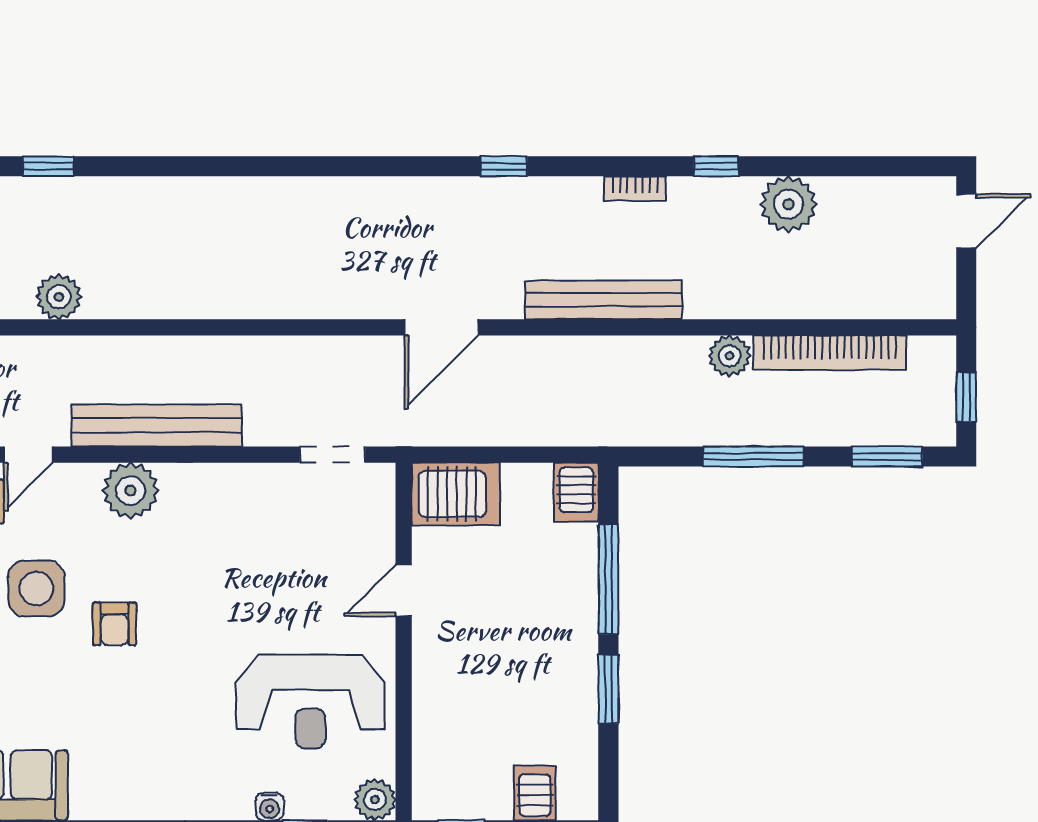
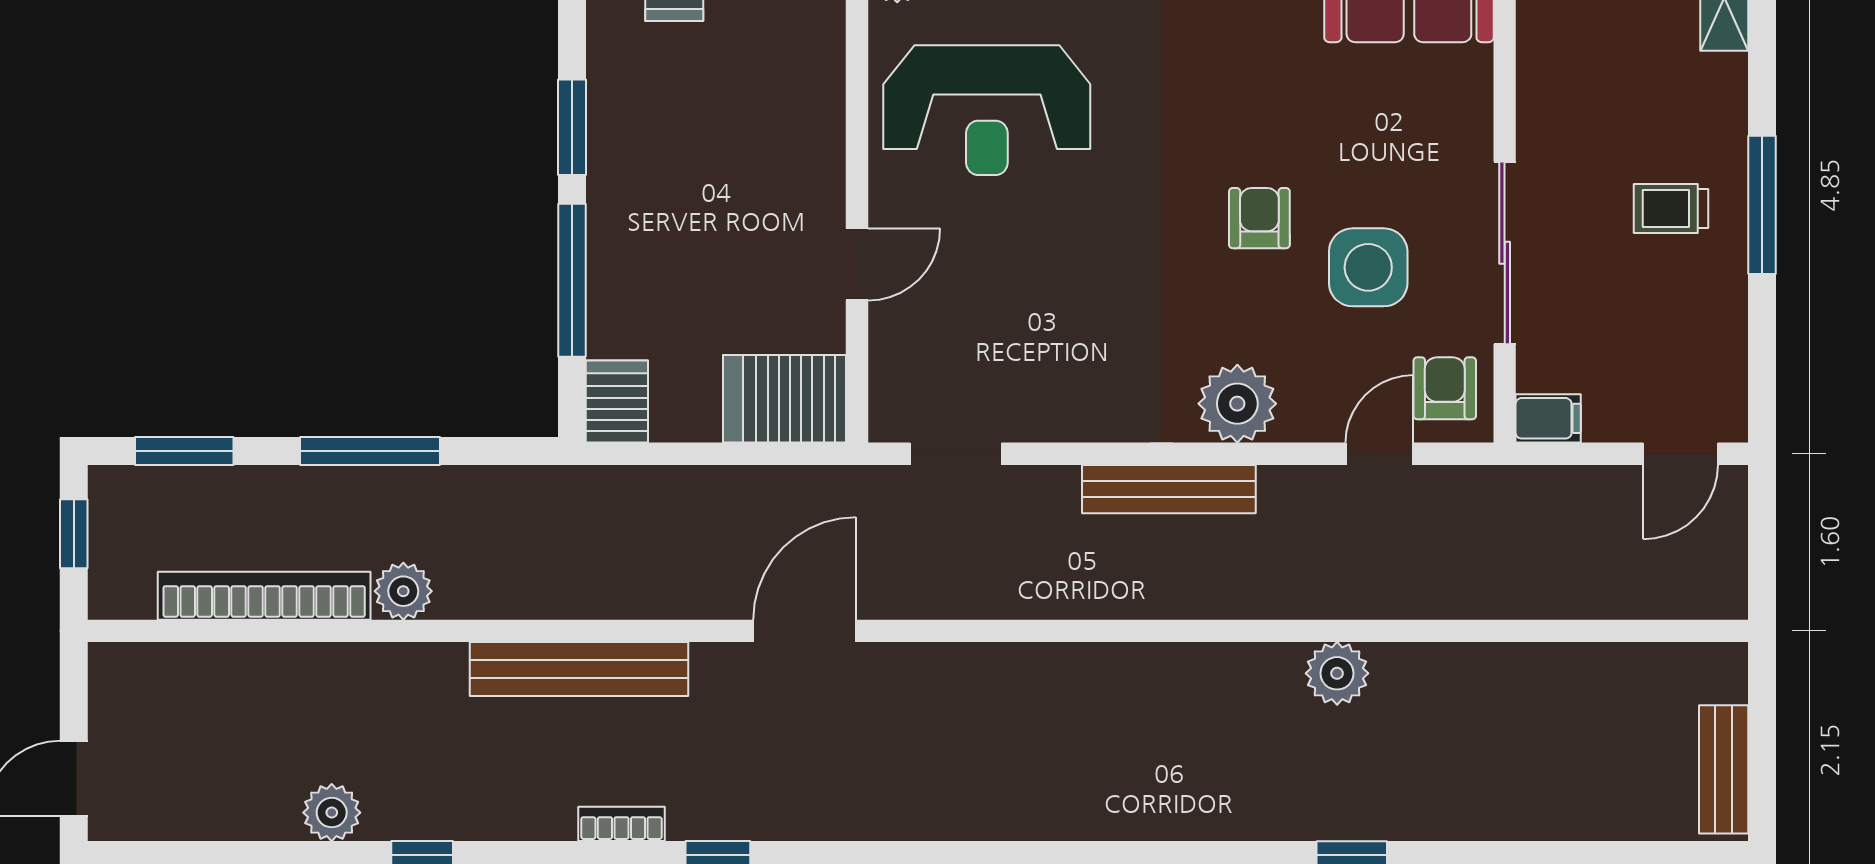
bookcase: (635, 189) -> (621, 824), moved
plant: (789, 204) -> (332, 813), width x0.73, depth x0.73
bench: (157, 425) -> (1169, 489), width x0.73, depth x0.82
reception desk: (310, 701) -> (987, 110), turned 180

